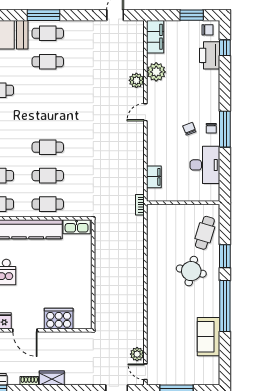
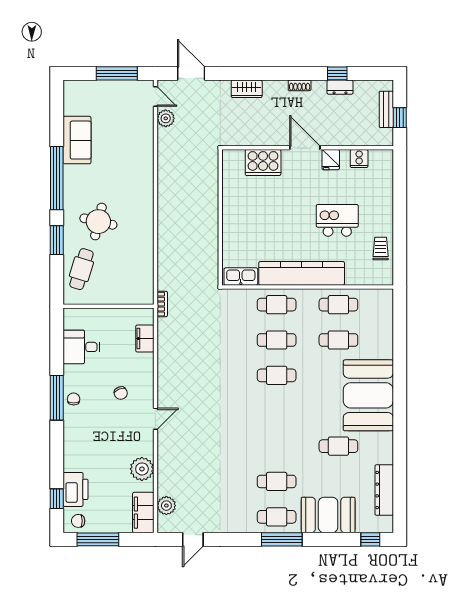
window: (192, 15) -> (98, 539), width x1.44
plant: (136, 80) -> (166, 506), moved
chair: (189, 129) -> (121, 393), moved
desk: (205, 165) -> (81, 347), width x0.73
wardrobe: (52, 378) -> (247, 89), moved

